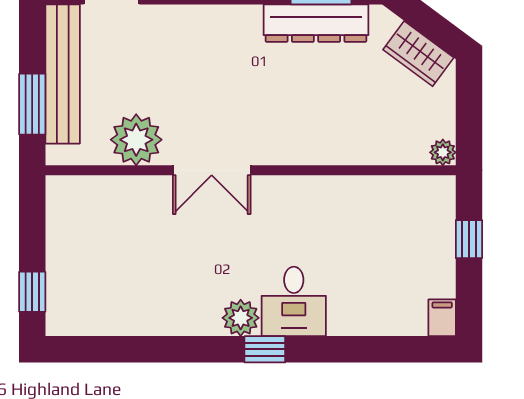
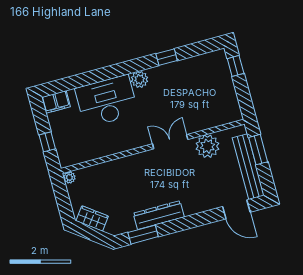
dresser: (316, 23) -> (159, 215), moved
desk: (294, 301) -> (107, 101), width x1.87, depth x1.30
filing cabinet: (442, 318) -> (56, 102), width x2.00
window: (265, 349) -> (167, 57), moved

